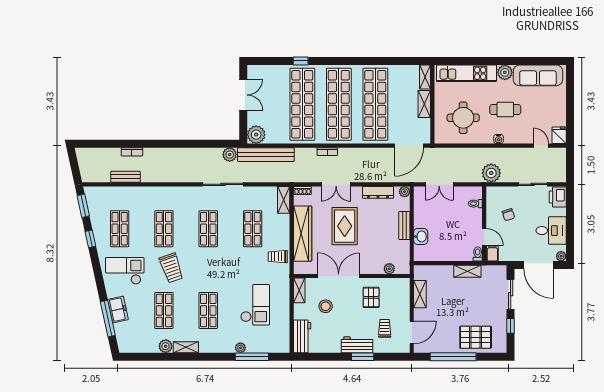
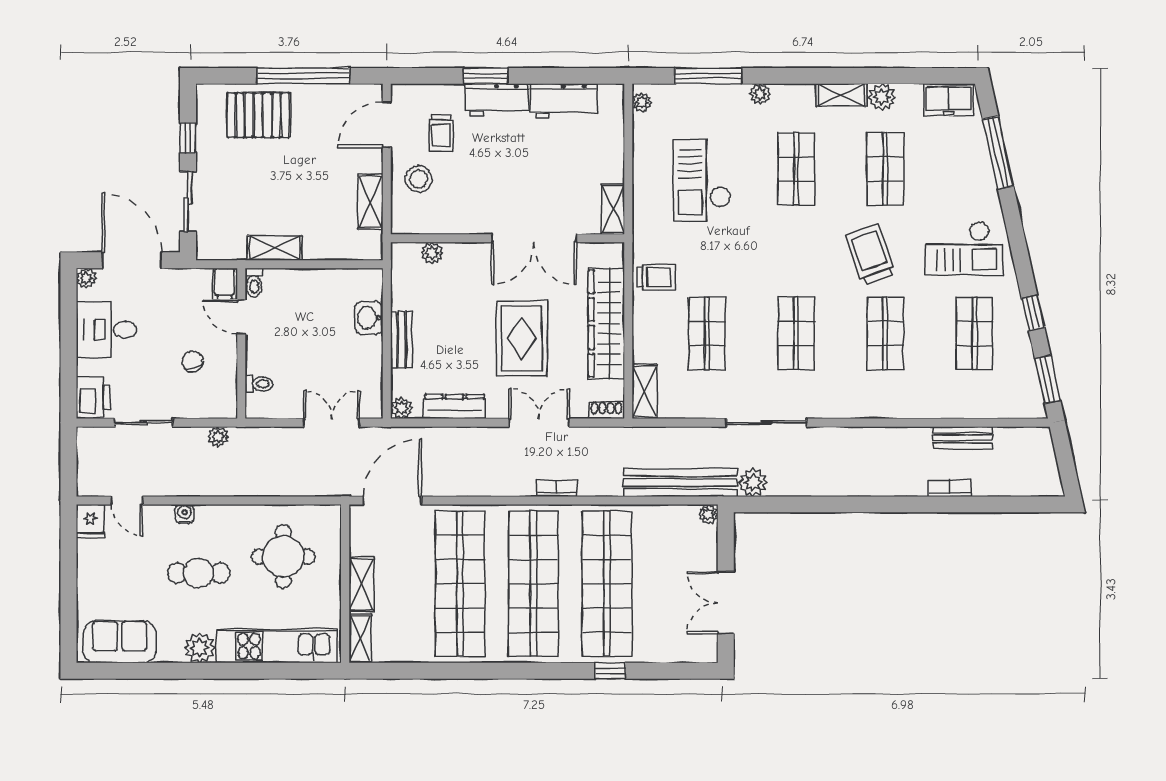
sofa: (538, 75) -> (120, 642), width x0.73
plant: (256, 135) -> (708, 514), width x0.53, depth x0.53
water cooler: (499, 139) -> (184, 514), moved
plant: (491, 173) -> (218, 437), width x0.53, depth x0.53
pallet: (371, 297) -> (469, 195), removed
stool: (326, 306) -> (419, 179), moved
freezer: (118, 309) -> (949, 100), moved, turned -78
workbench: (302, 336) -> (564, 101), moved, turned -90
plant: (285, 344) -> (642, 102), added
plant: (240, 348) -> (760, 94), moved

